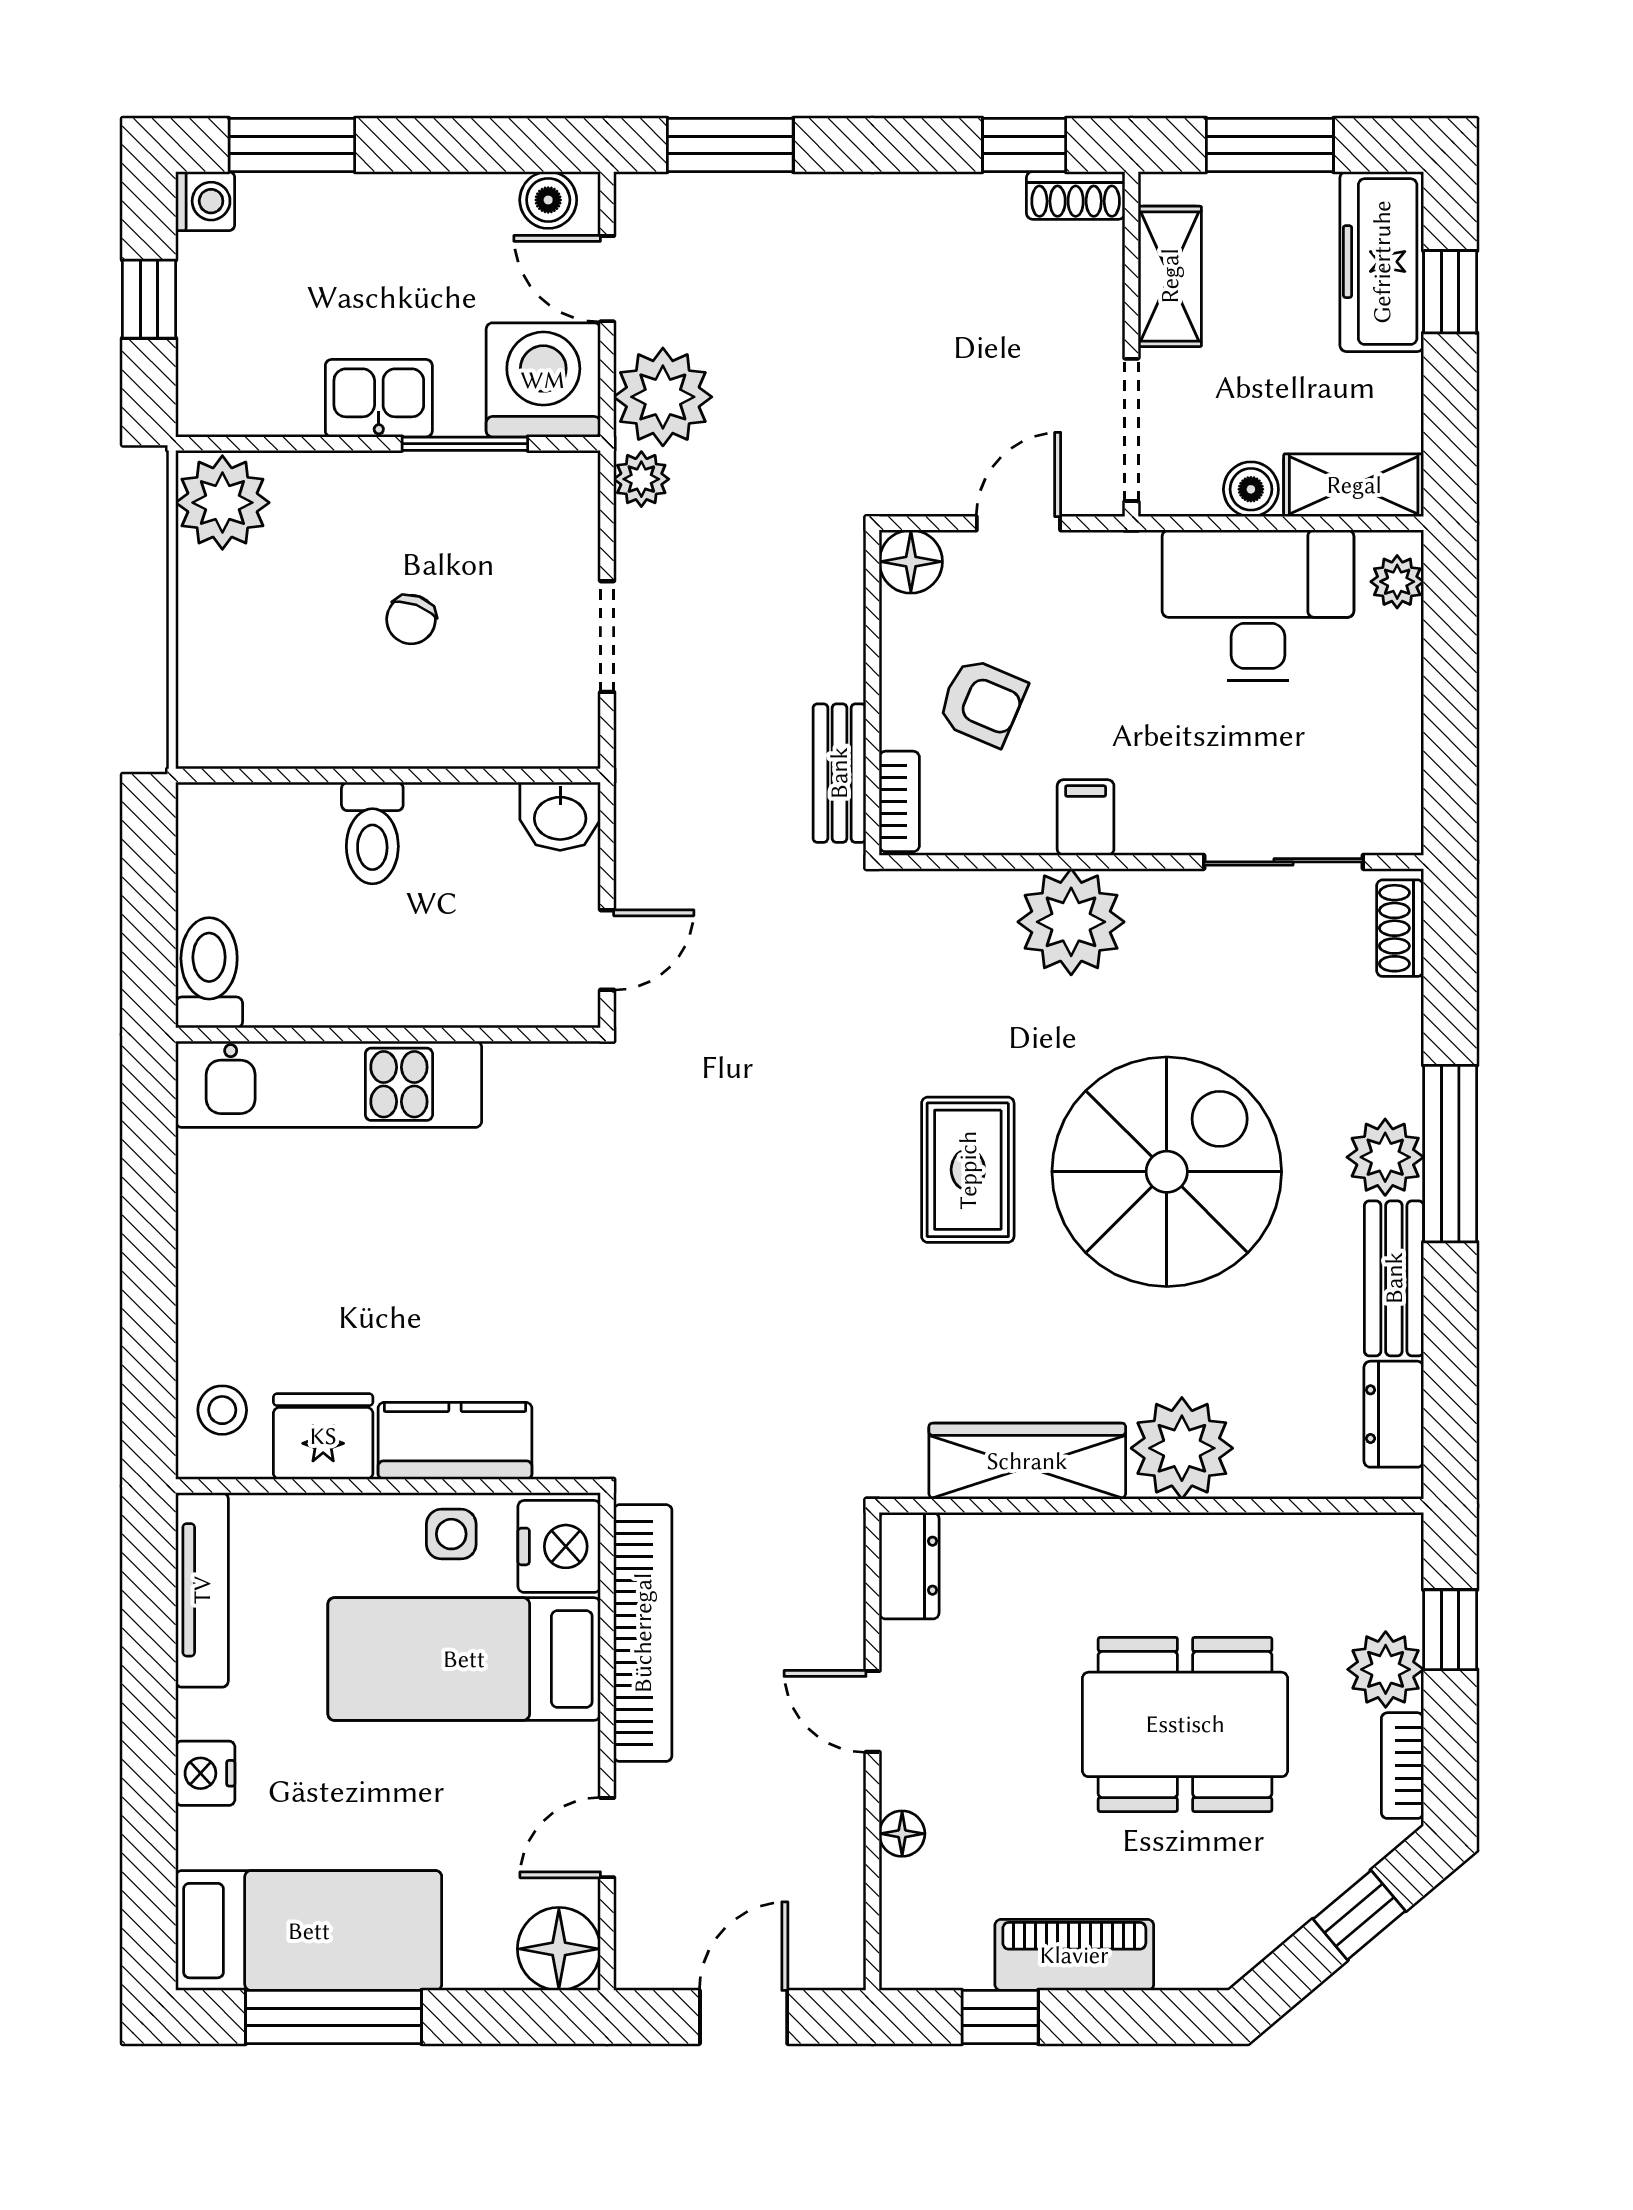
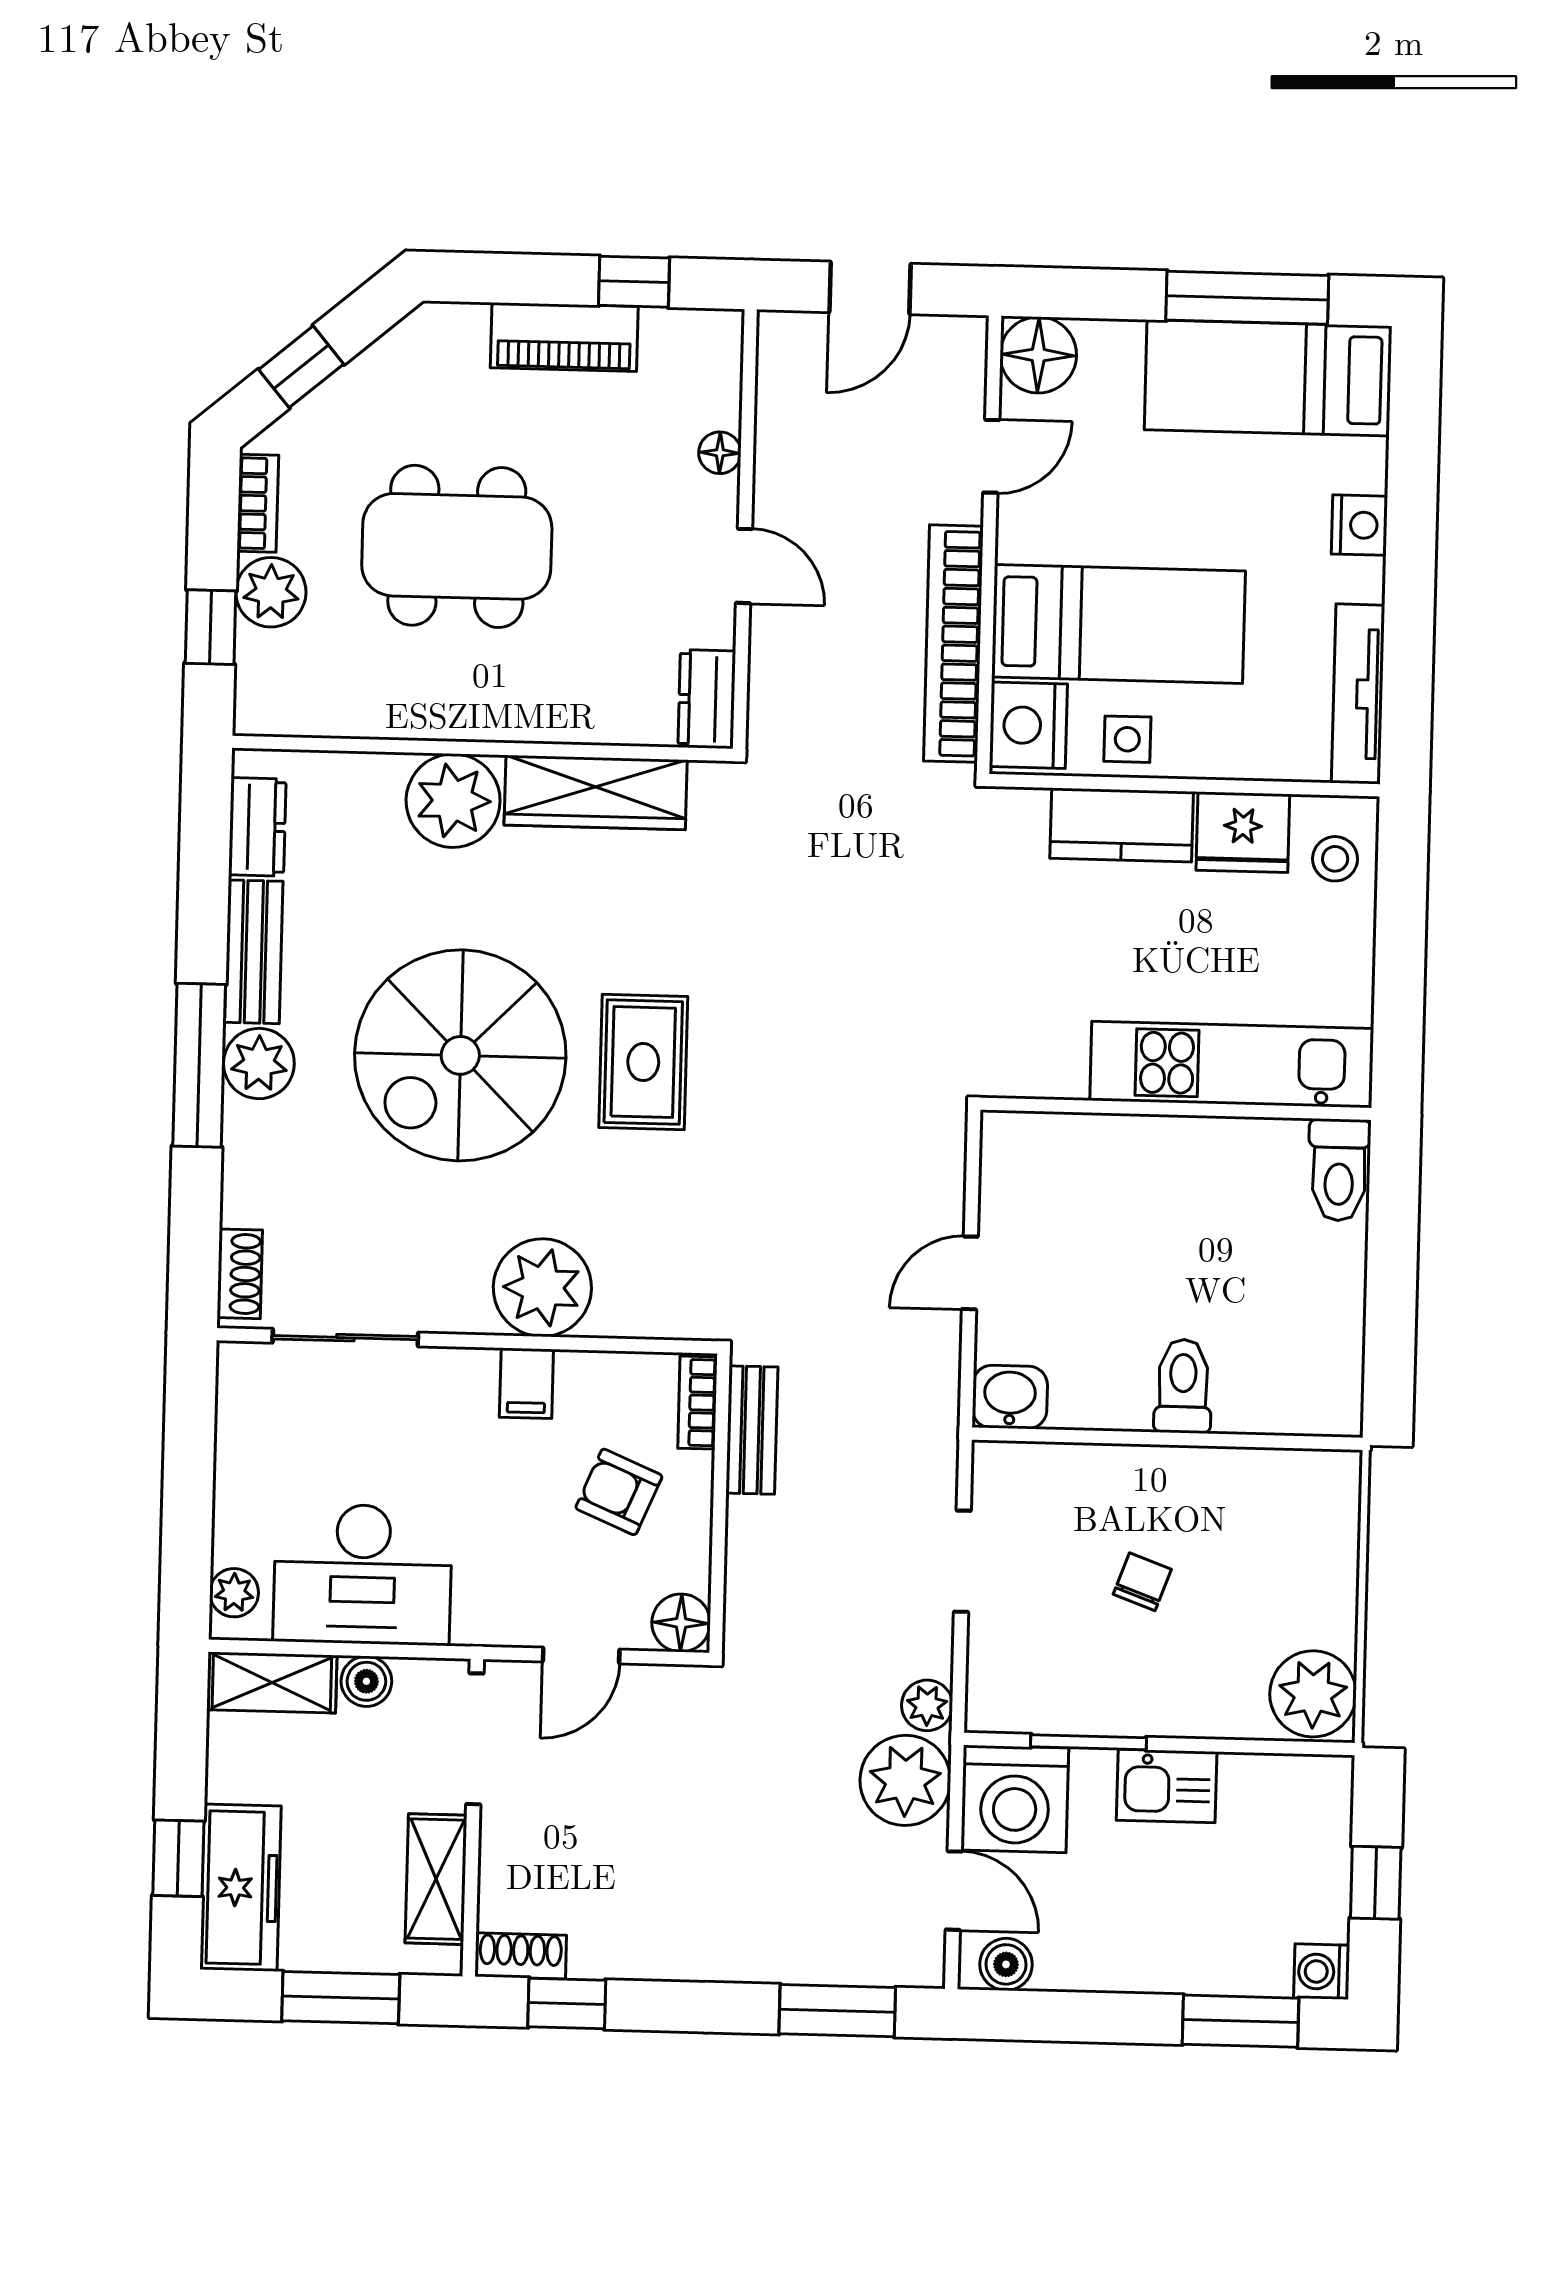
toilet: (209, 973) -> (1339, 1170), moved
wall: (388, 1034) -> (1176, 1109), moved
kitchen unit: (329, 1084) -> (1232, 1064), moved

